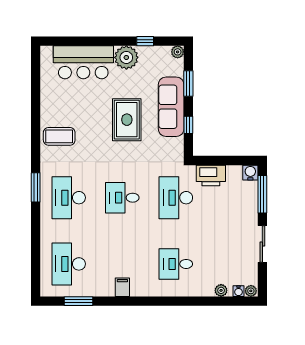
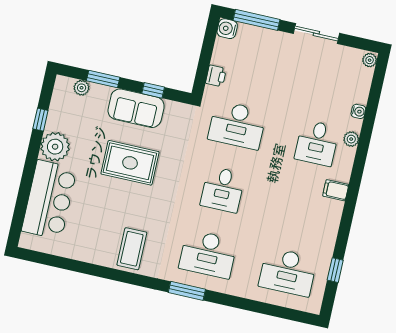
plant: (178, 52) -> (82, 88), moved
sofa: (171, 107) -> (136, 108), width x0.73
printer: (211, 175) -> (216, 76), width x0.53, depth x0.68
filing cabinet: (122, 287) -> (336, 190), moved
plant: (221, 290) -> (351, 139), moved
water cooler: (239, 291) -> (358, 111), moved
window: (79, 301) -> (335, 270), width x0.67

